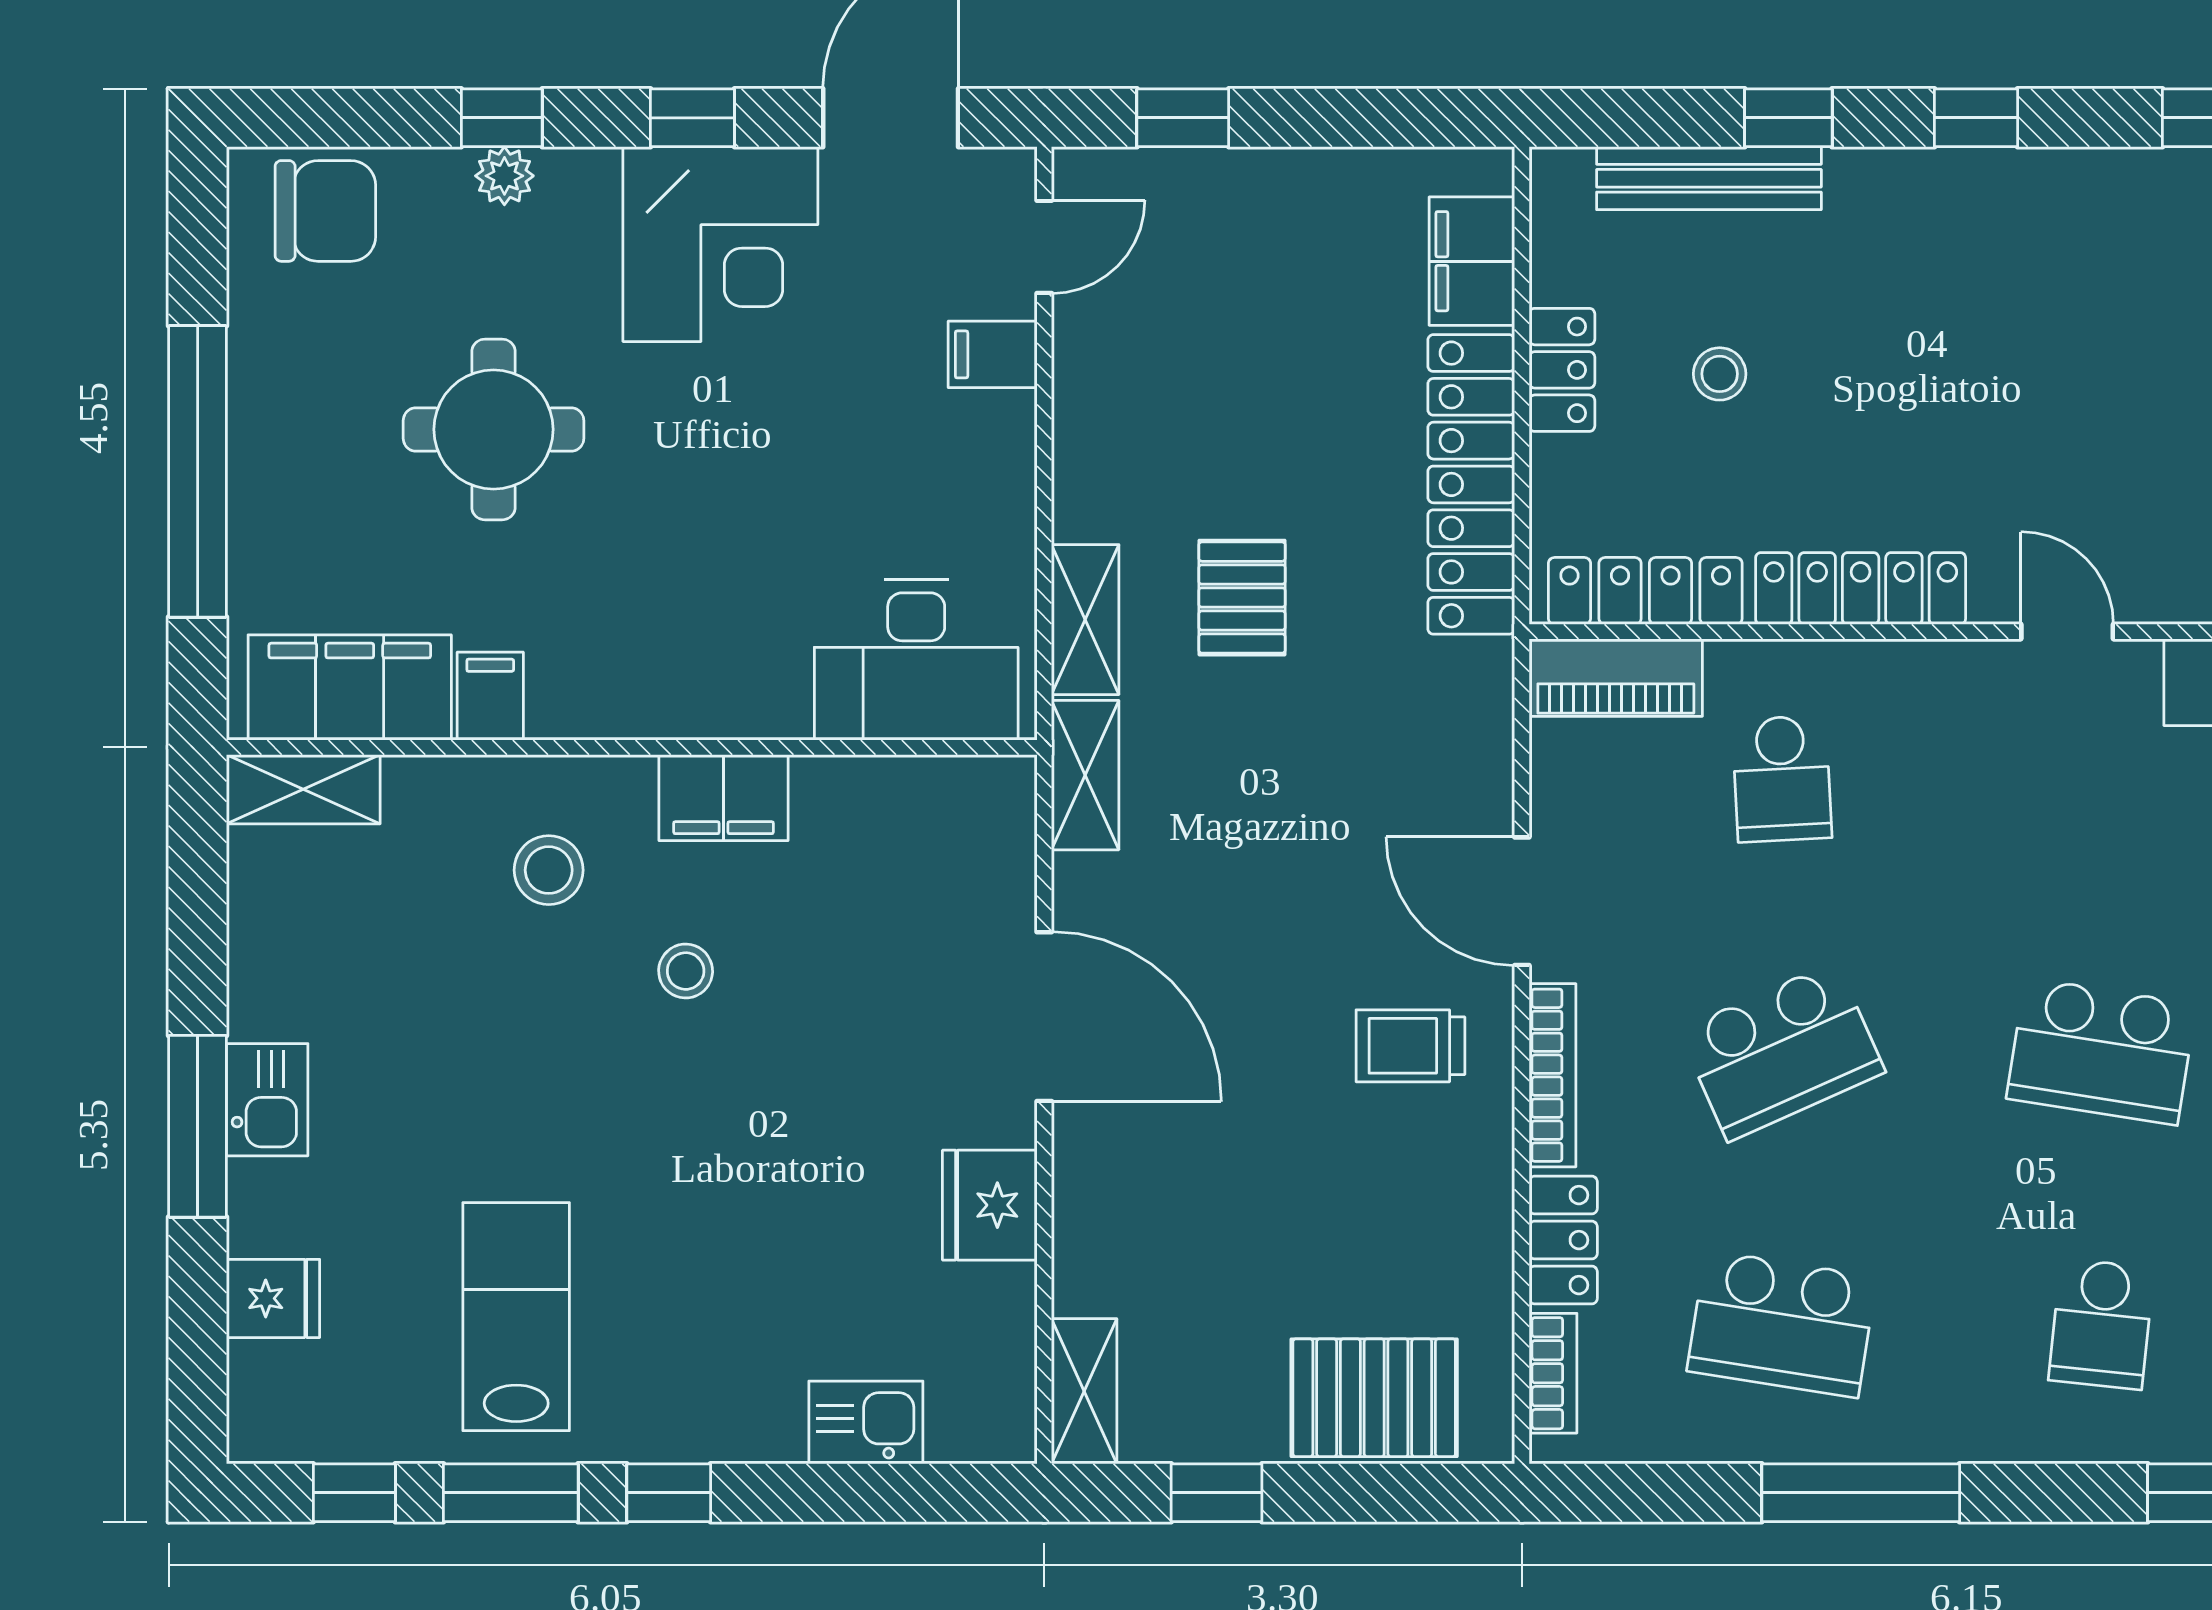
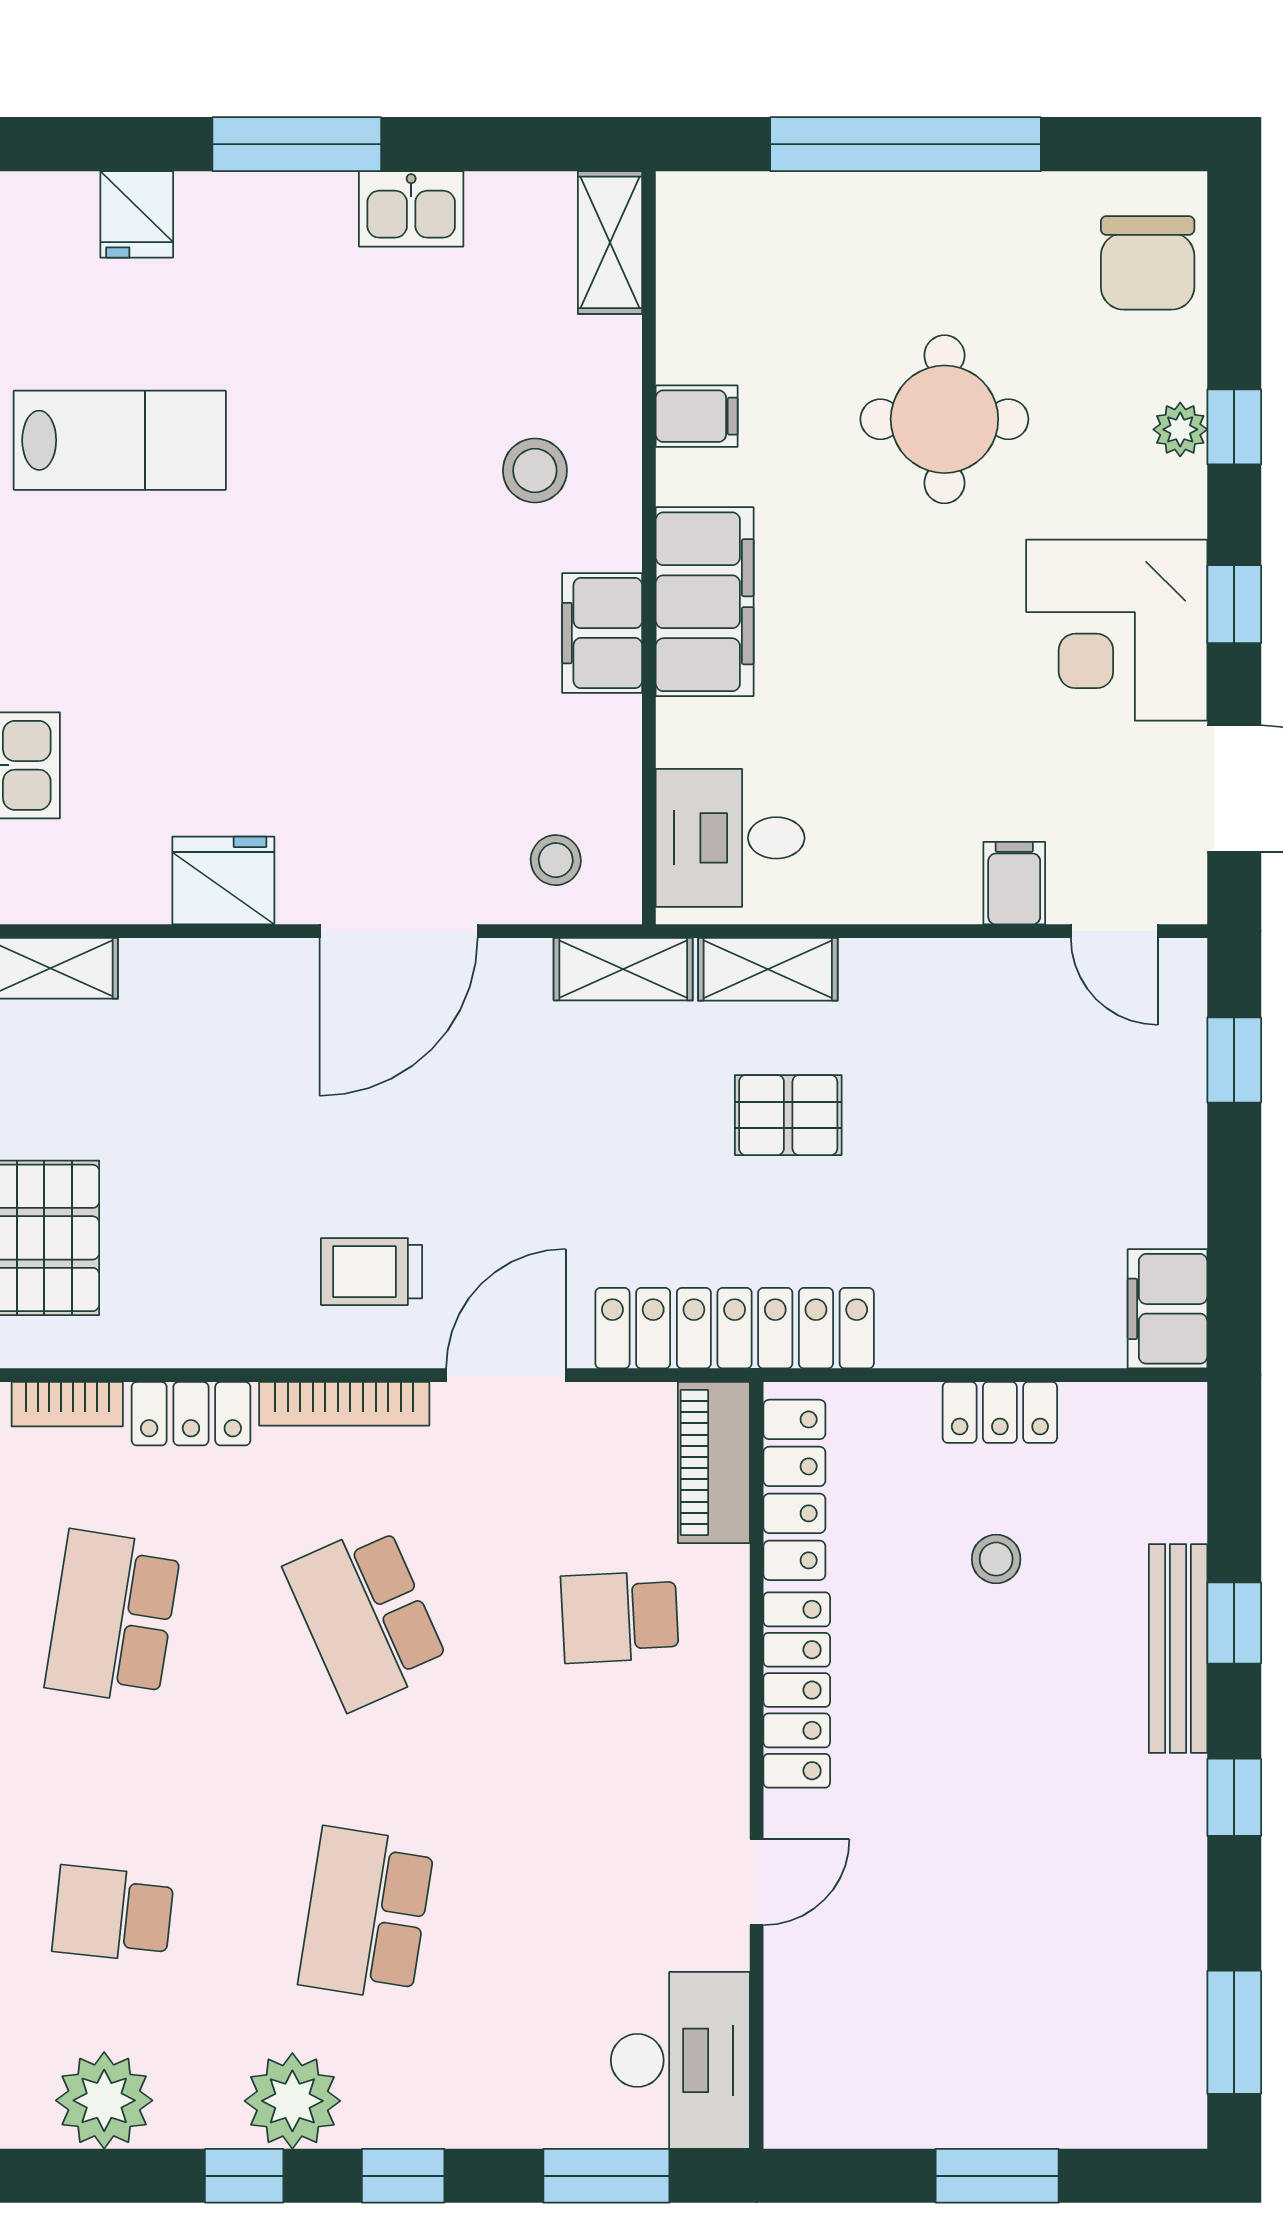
bench: (1709, 178) -> (1178, 1648), moved
filing cabinet: (1472, 261) -> (1167, 1309), moved, turned -90
locker: (1471, 484) -> (735, 1328), moved
desk: (916, 660) -> (730, 838), width x0.73
filing cabinet: (350, 687) -> (705, 602), moved
stool: (686, 971) -> (556, 860), moved
trolley: (1410, 1046) -> (372, 1272), turned -90
kitchen sink: (267, 1100) -> (411, 209), moved

